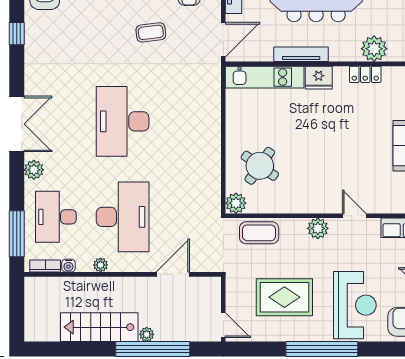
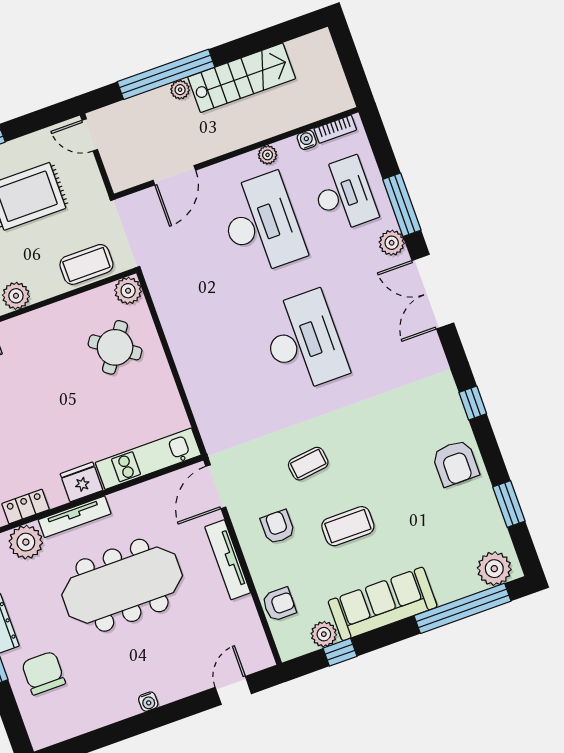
tv unit: (301, 54) -> (75, 517), moved
desk: (123, 217) -> (262, 224), turned 180
window: (17, 234) -> (402, 205), moved

